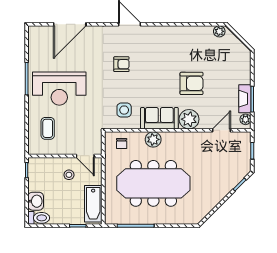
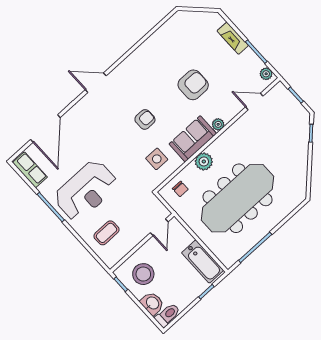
plant: (219, 31) -> (177, 20), removed
row of seats: (35, 42) -> (30, 170), added
armchair: (121, 64) -> (145, 119), moved
fireplace: (245, 99) -> (233, 38), moved
plant: (189, 119) -> (218, 124), width x0.53, depth x0.53
coffee table: (48, 128) -> (106, 233), turned 90
door: (221, 130) -> (254, 102), hinge flipped
door: (85, 156) -> (159, 227), hinge flipped
stool: (69, 175) -> (143, 274), moved, width x1.89, depth x1.89

